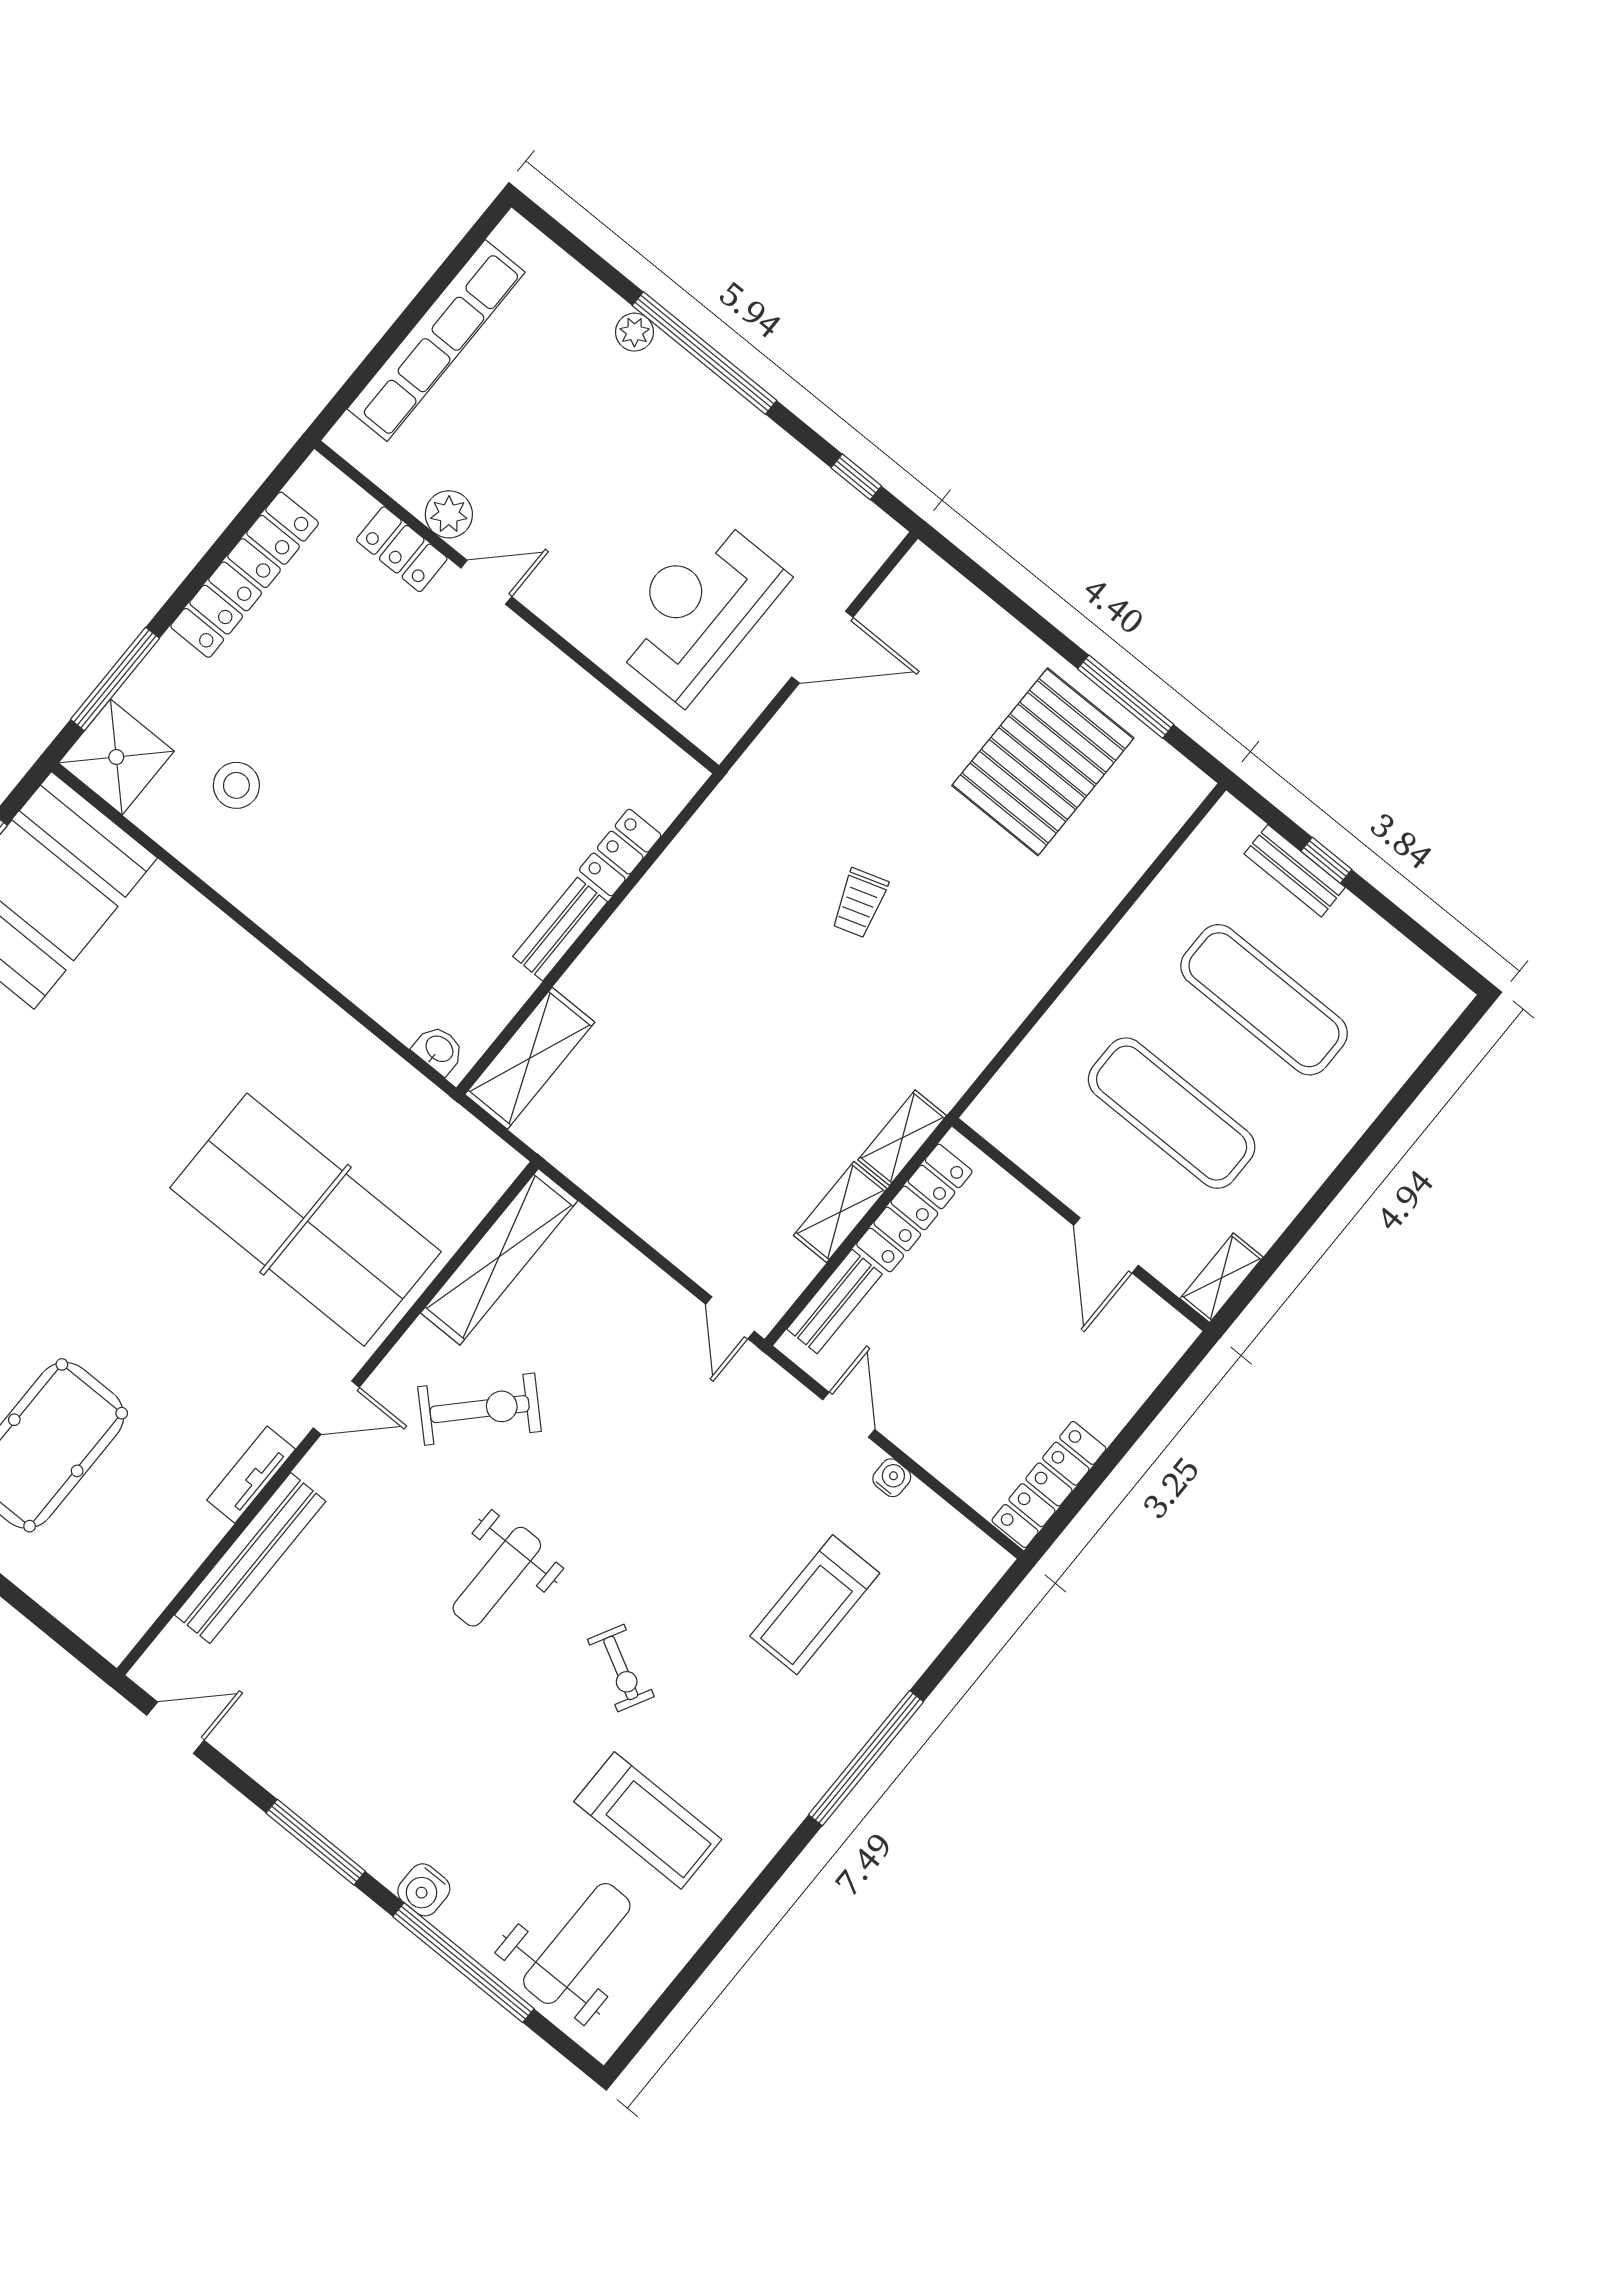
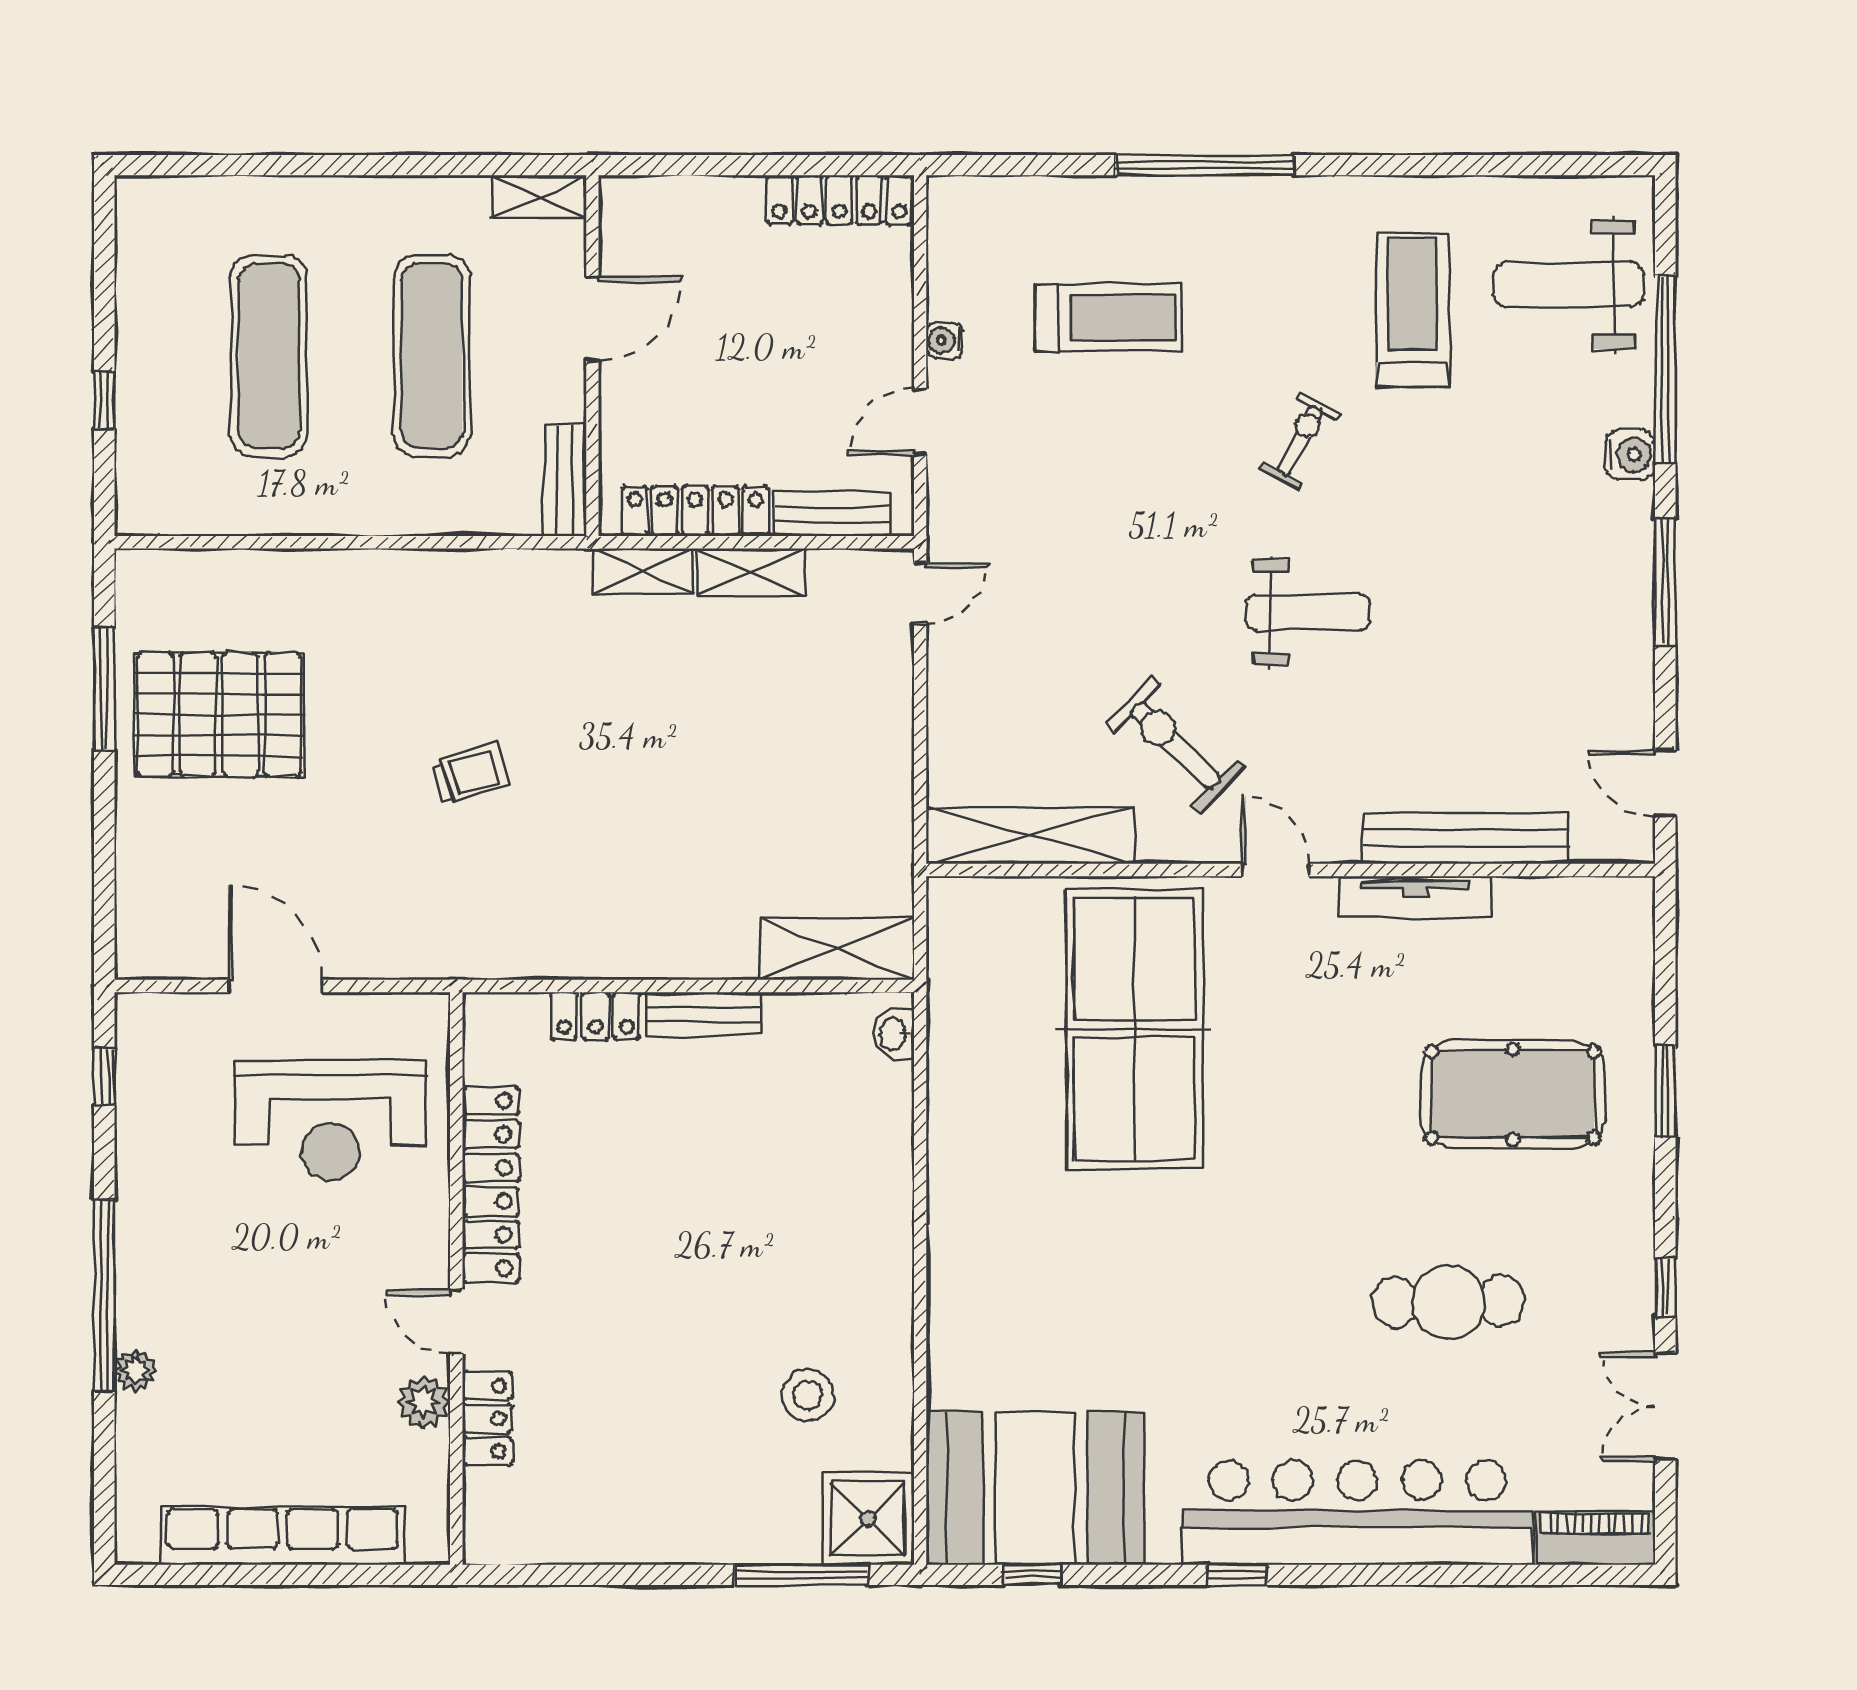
locker: (245, 575) -> (491, 1185), moved, turned 90
bench: (1295, 871) -> (565, 480), moved
tv unit: (251, 1475) -> (1415, 896), width x1.41

